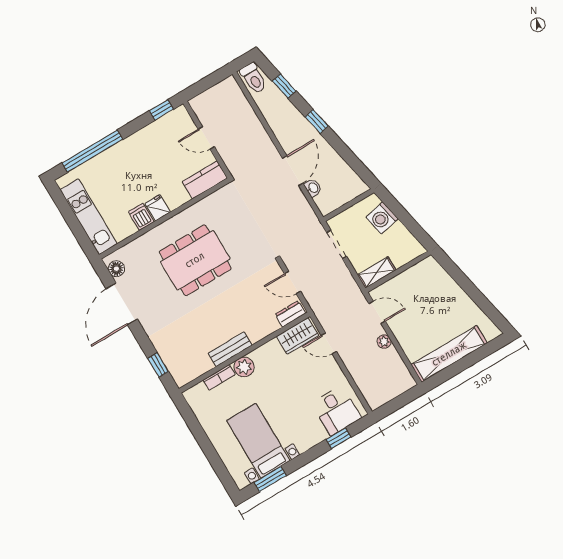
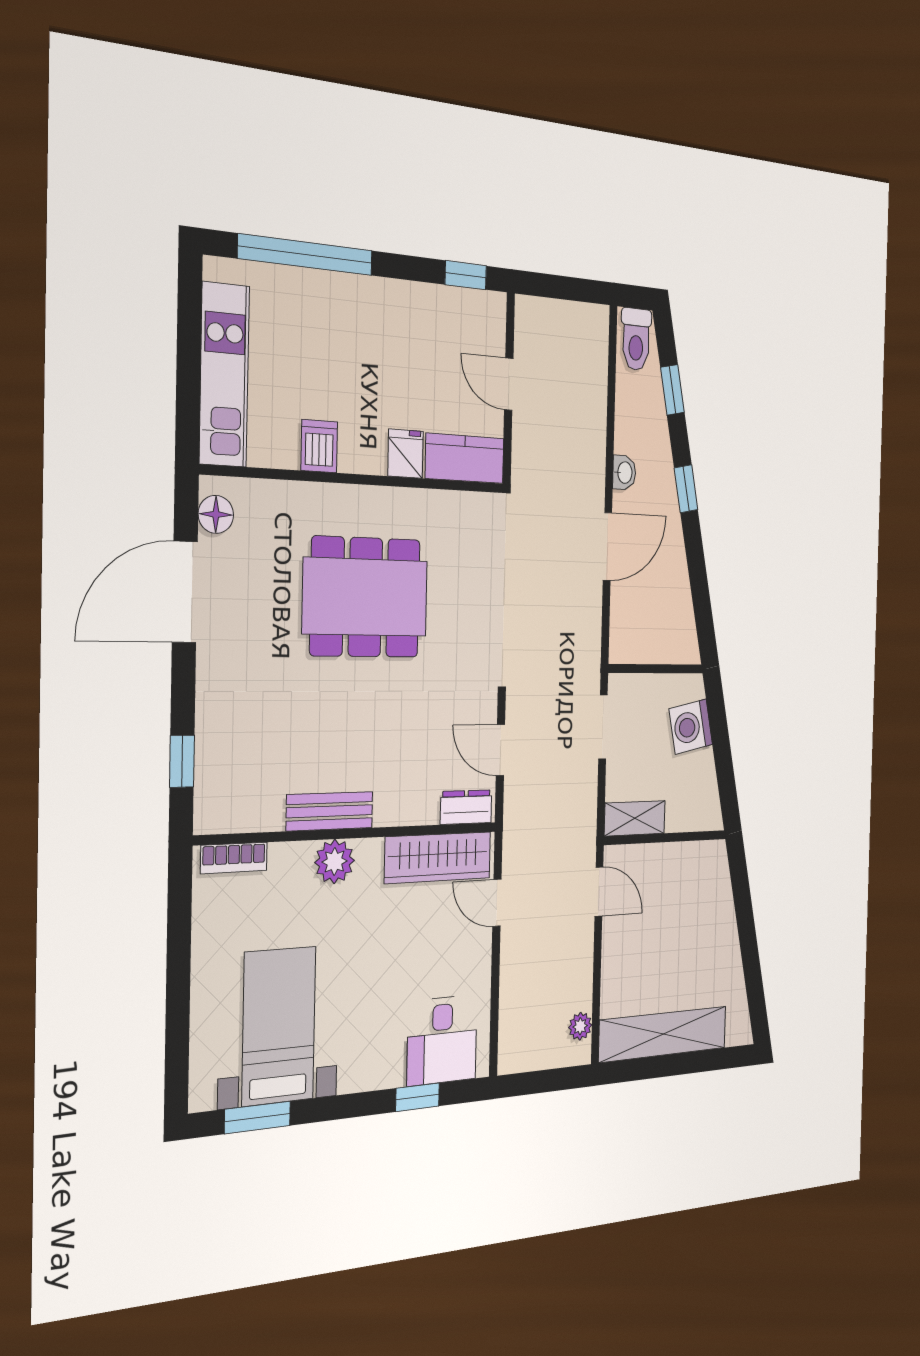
washbasin: (313, 188) -> (624, 473), moved
fridge: (158, 208) -> (406, 454), moved
wardrobe: (298, 336) -> (438, 858), width x1.50
plant: (384, 342) -> (580, 1026), moved
bookcase: (219, 377) -> (234, 858), moved

